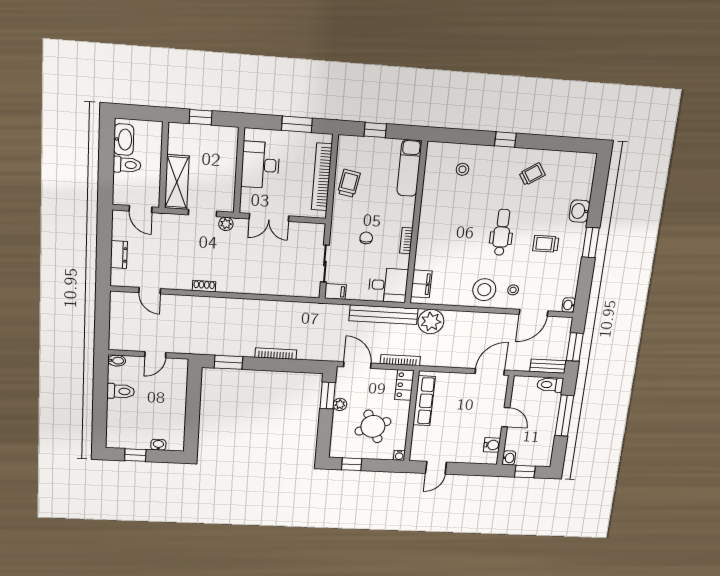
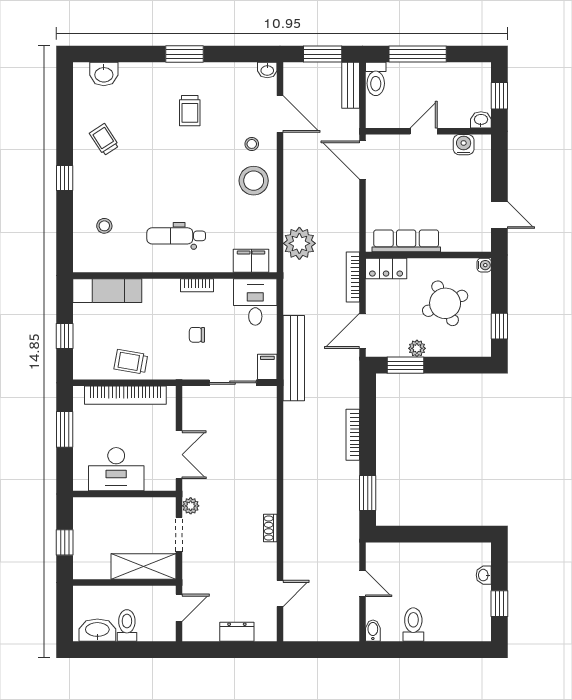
washbasin: (579, 211) -> (104, 74), moved
dental chair: (502, 232) -> (176, 236), moved
bench: (384, 315) -> (294, 358), moved

